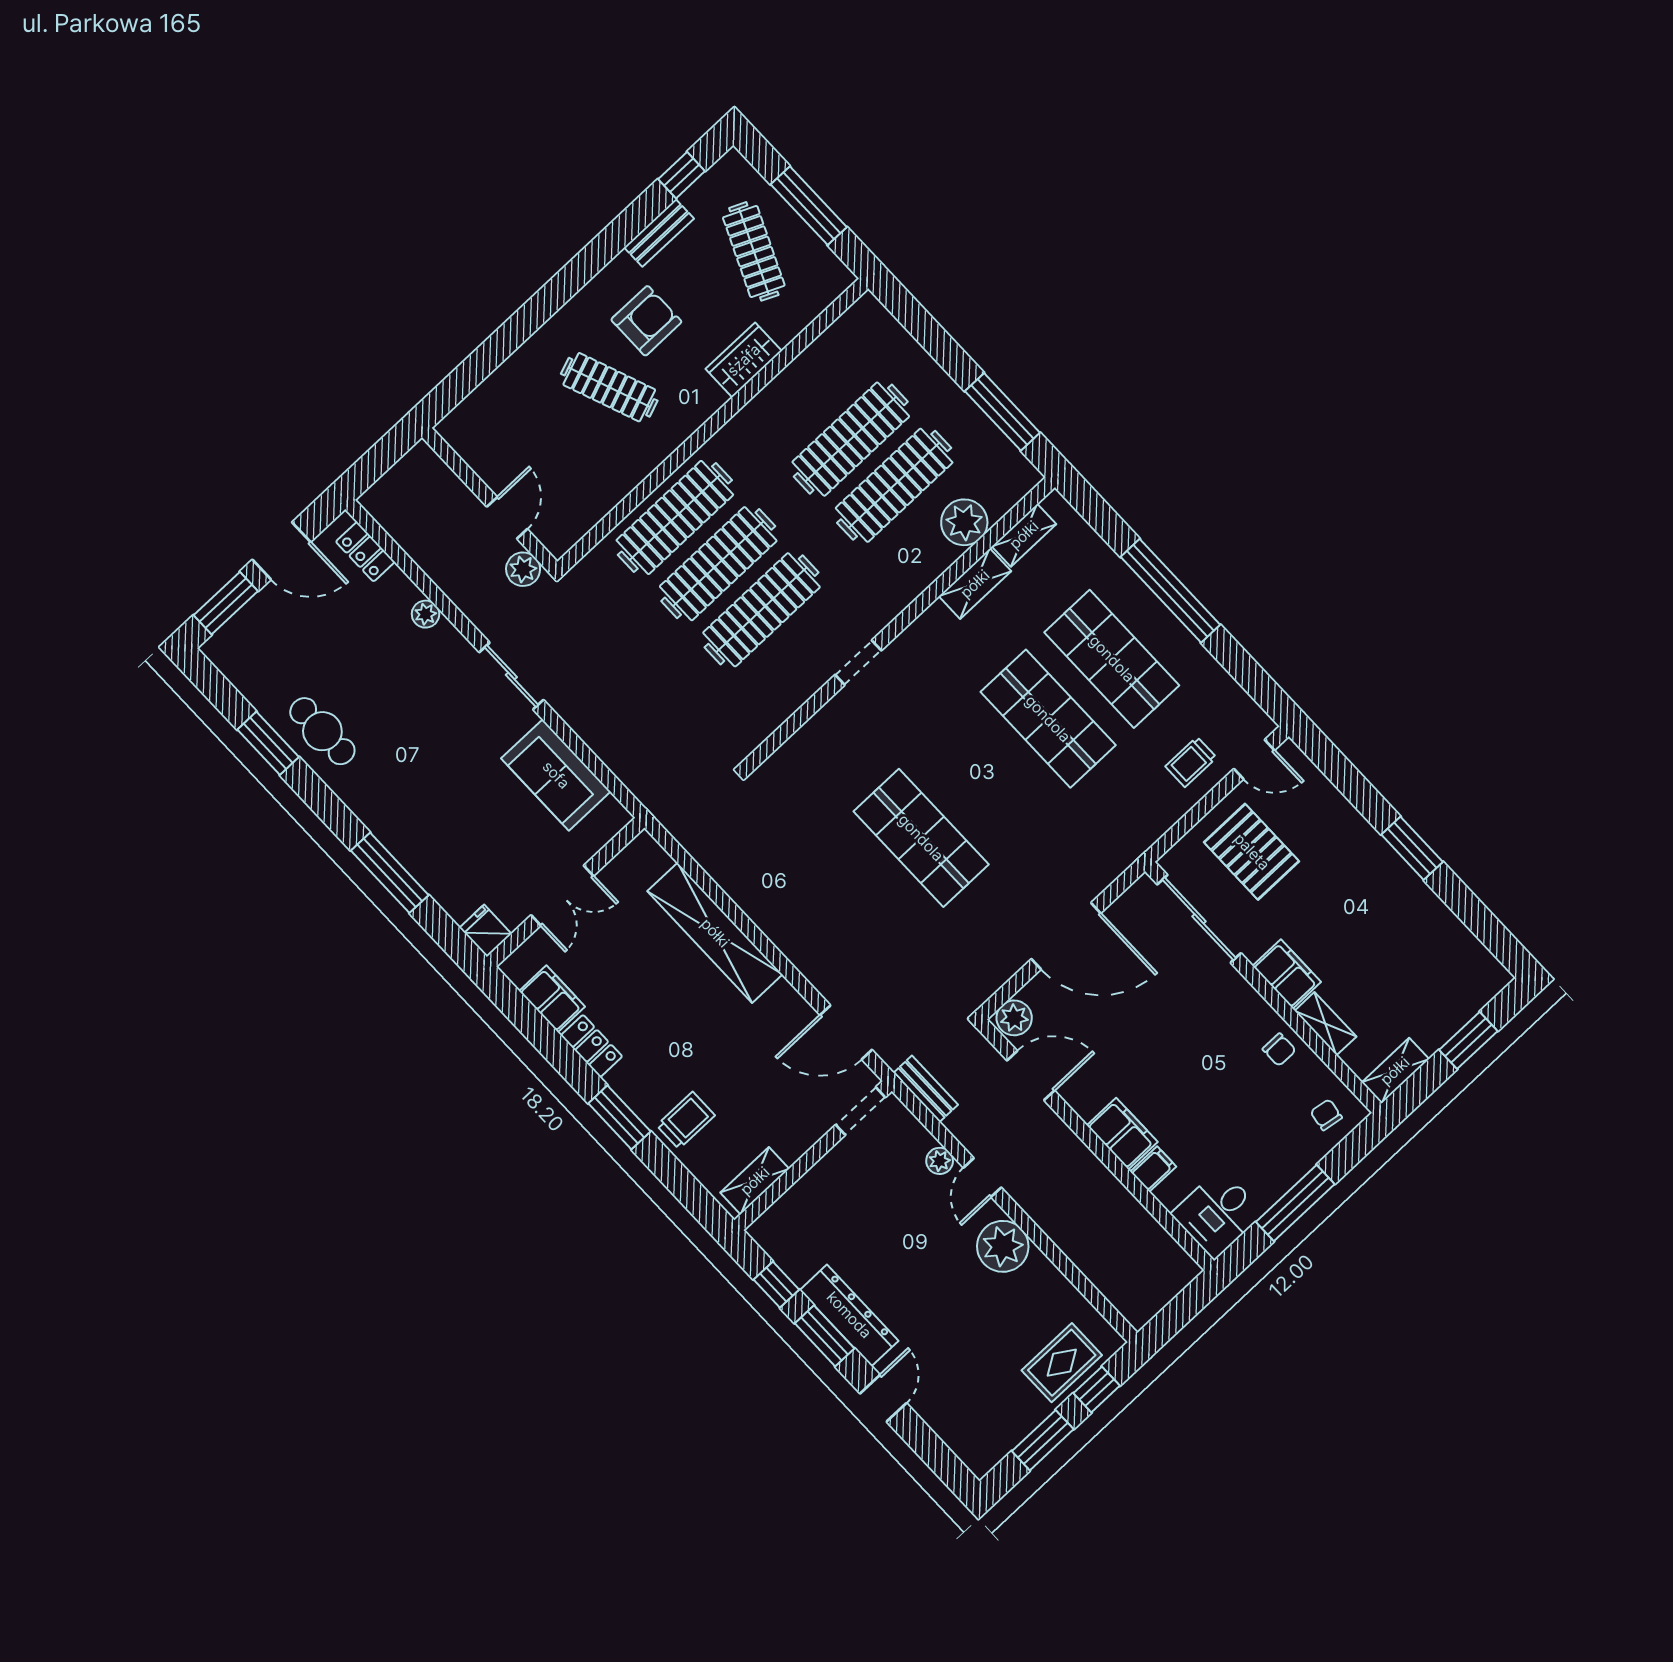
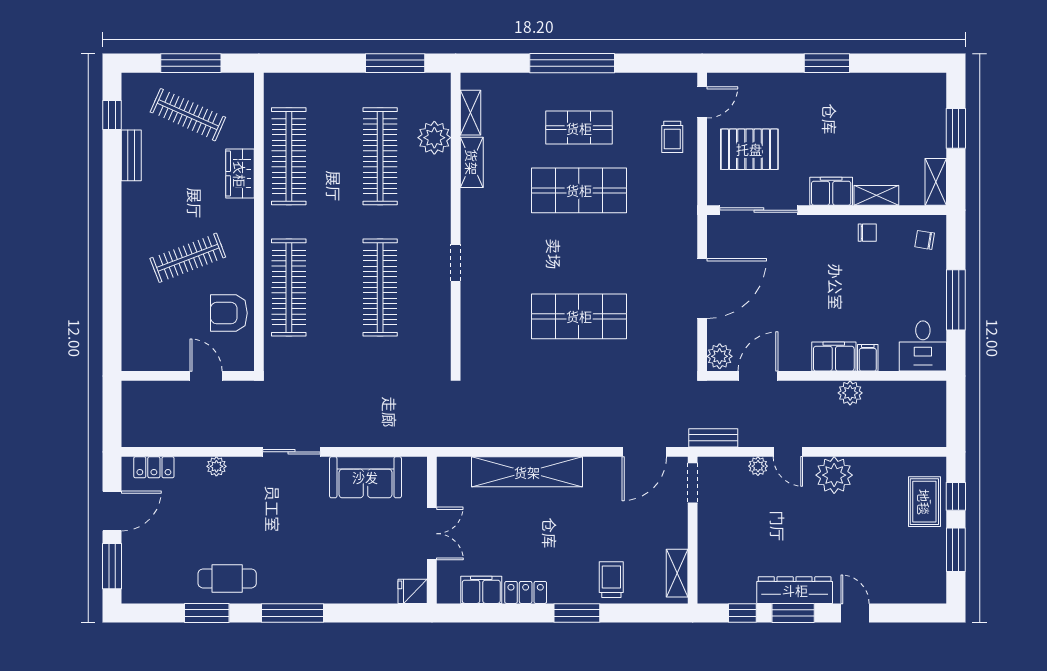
armchair: (646, 321) -> (229, 313), moved, turned -90
clothes rail: (851, 439) -> (289, 156), moved
clothes rail: (718, 564) -> (334, 288), removed
plant: (523, 569) -> (850, 393), moved
shop shelf: (1112, 659) -> (579, 128), width x0.70, depth x0.74
window: (390, 873) -> (293, 613), moved

